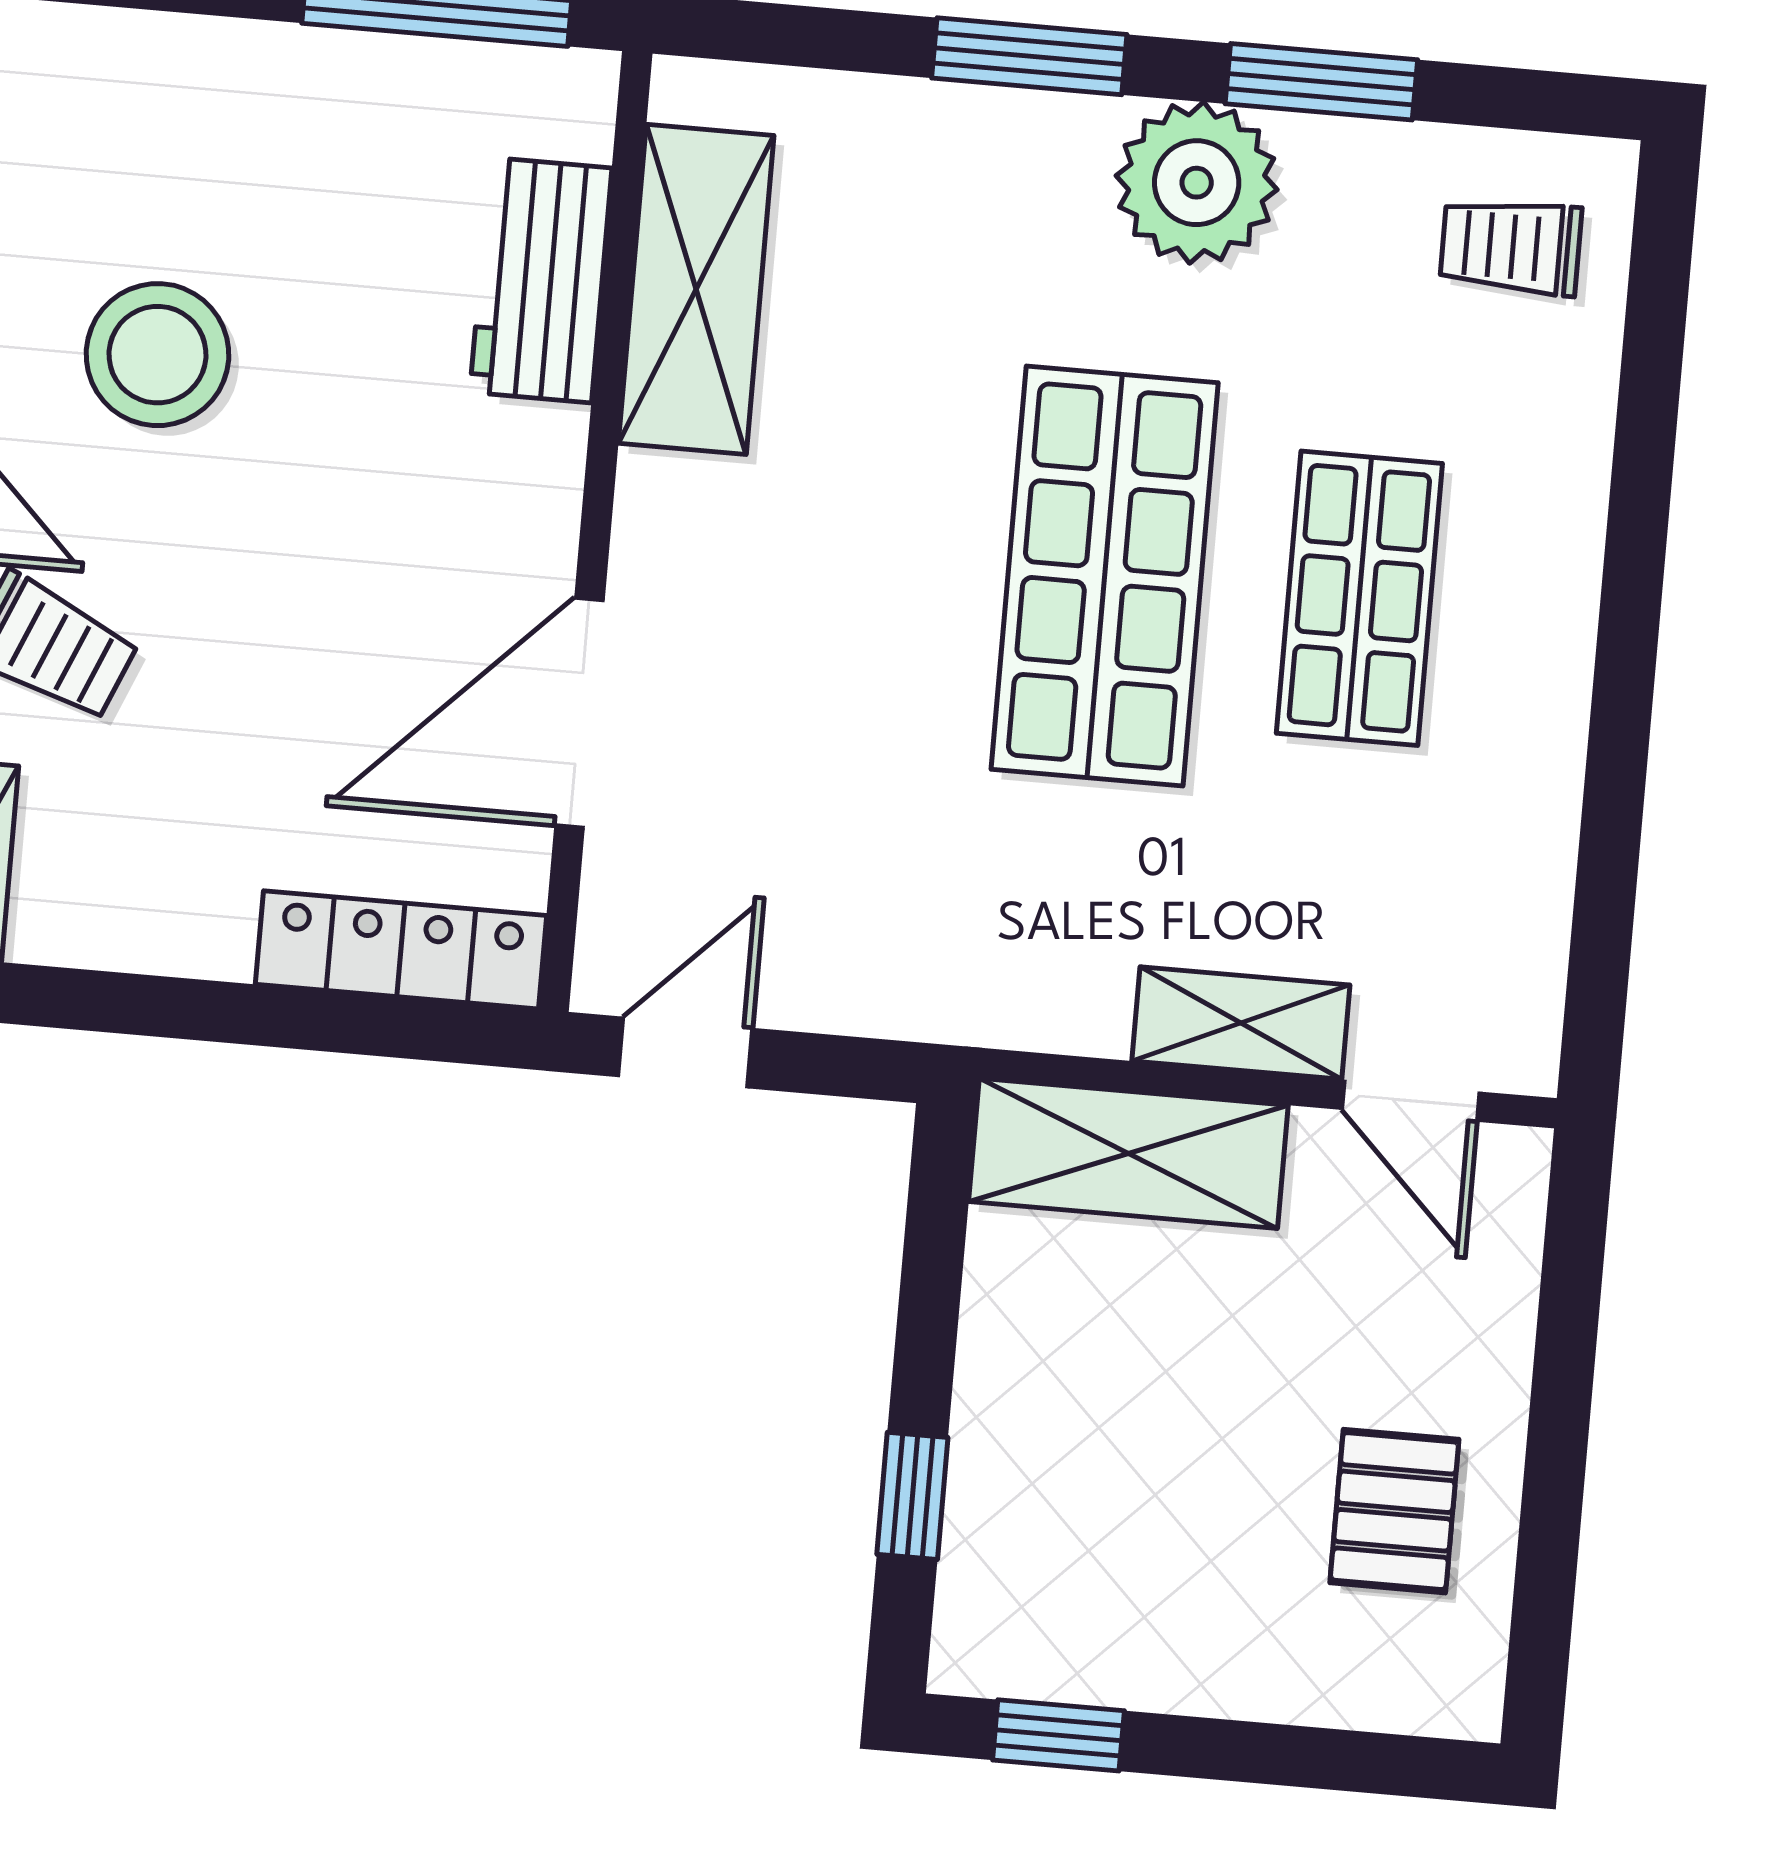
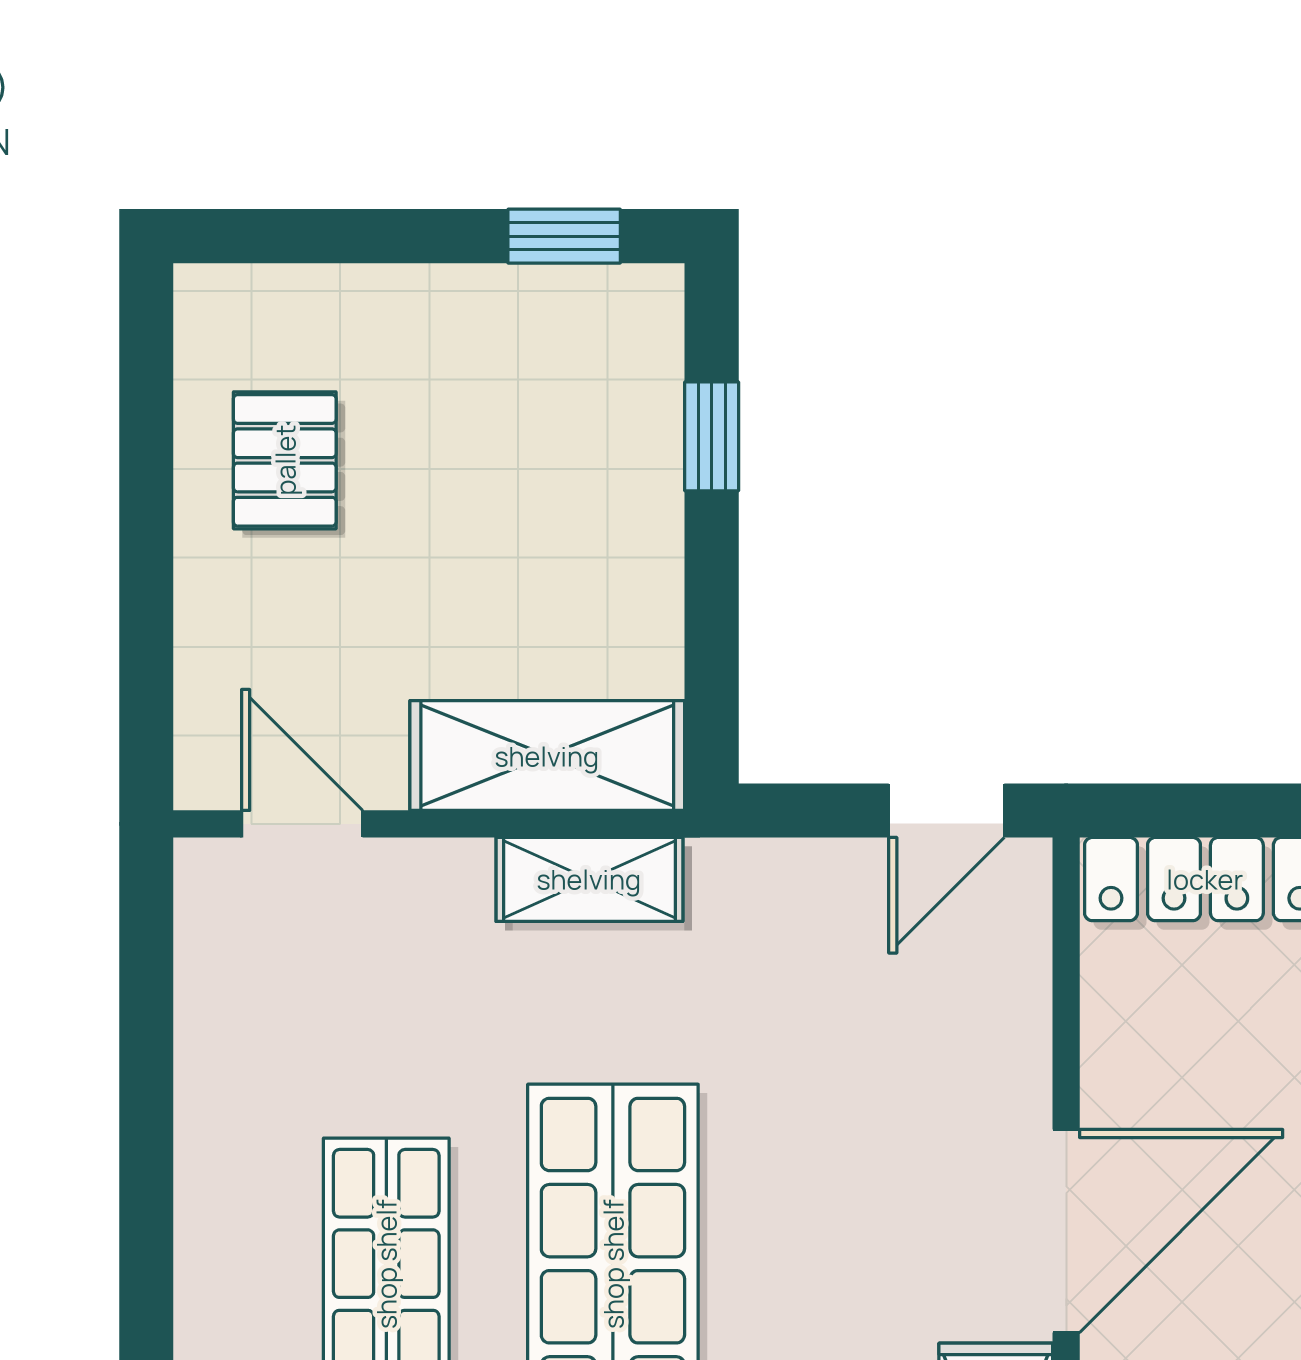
door: (580, 713) -> (1066, 1231), moved
shelving: (1241, 1023) -> (589, 879), moved

